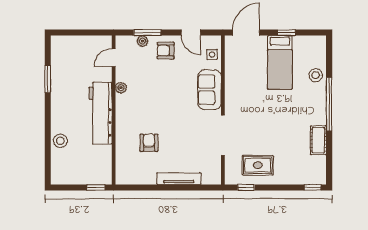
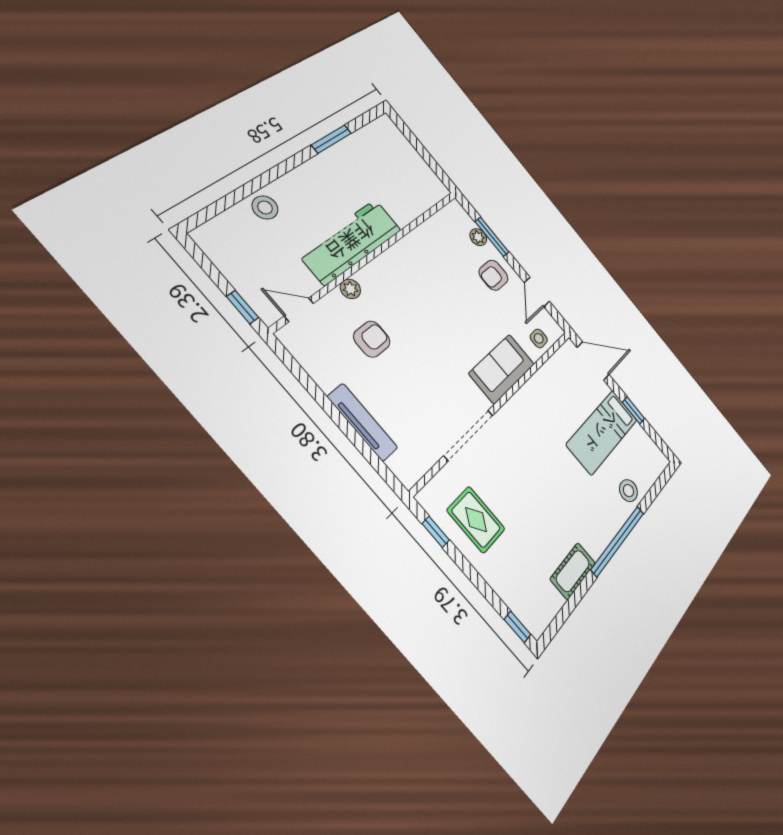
armchair: (166, 51) -> (494, 275), turned -90
door: (114, 58) -> (299, 310), moved
plant: (121, 88) -> (350, 289), moved

